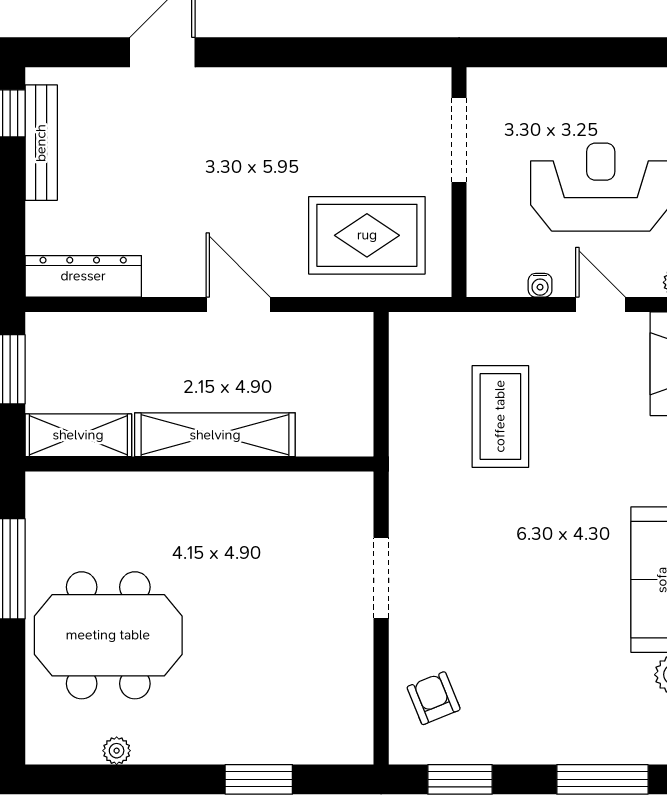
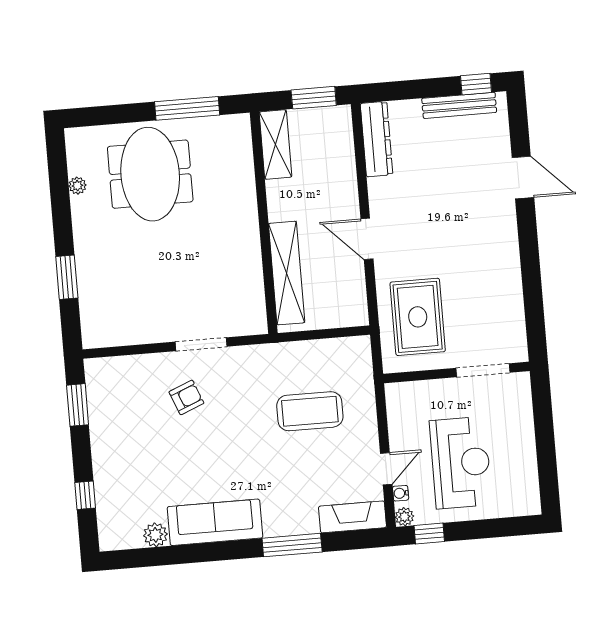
water cooler: (540, 285) -> (401, 493), moved
door: (238, 304) -> (367, 239), swing flipped
shelving: (215, 435) -> (287, 273), moved
armchair: (434, 698) -> (186, 397), moved
window: (602, 779) -> (85, 495), width x0.46

